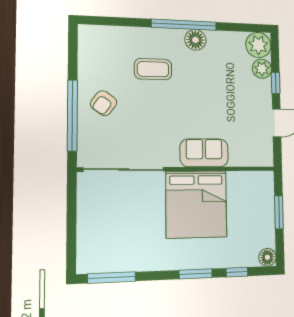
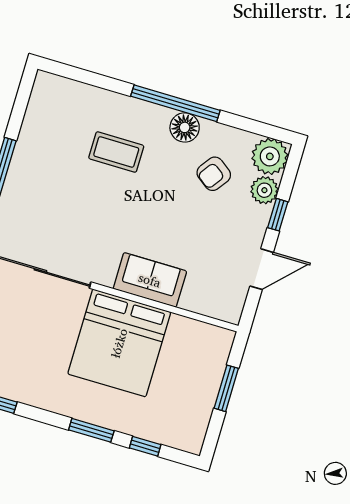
armchair: (104, 103) -> (214, 174), moved
floor lamp: (267, 257) -> (192, 441), removed

